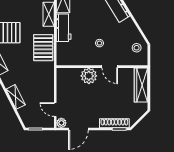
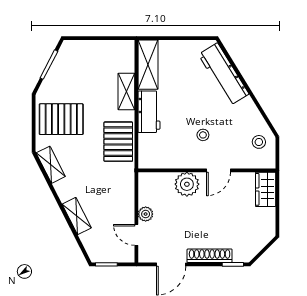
door: (110, 67) -> (218, 170), hinge flipped
wardrobe: (141, 85) -> (266, 189), width x0.67
plant: (61, 123) -> (146, 214), moved
shoe rack: (114, 123) -> (210, 256), moved

